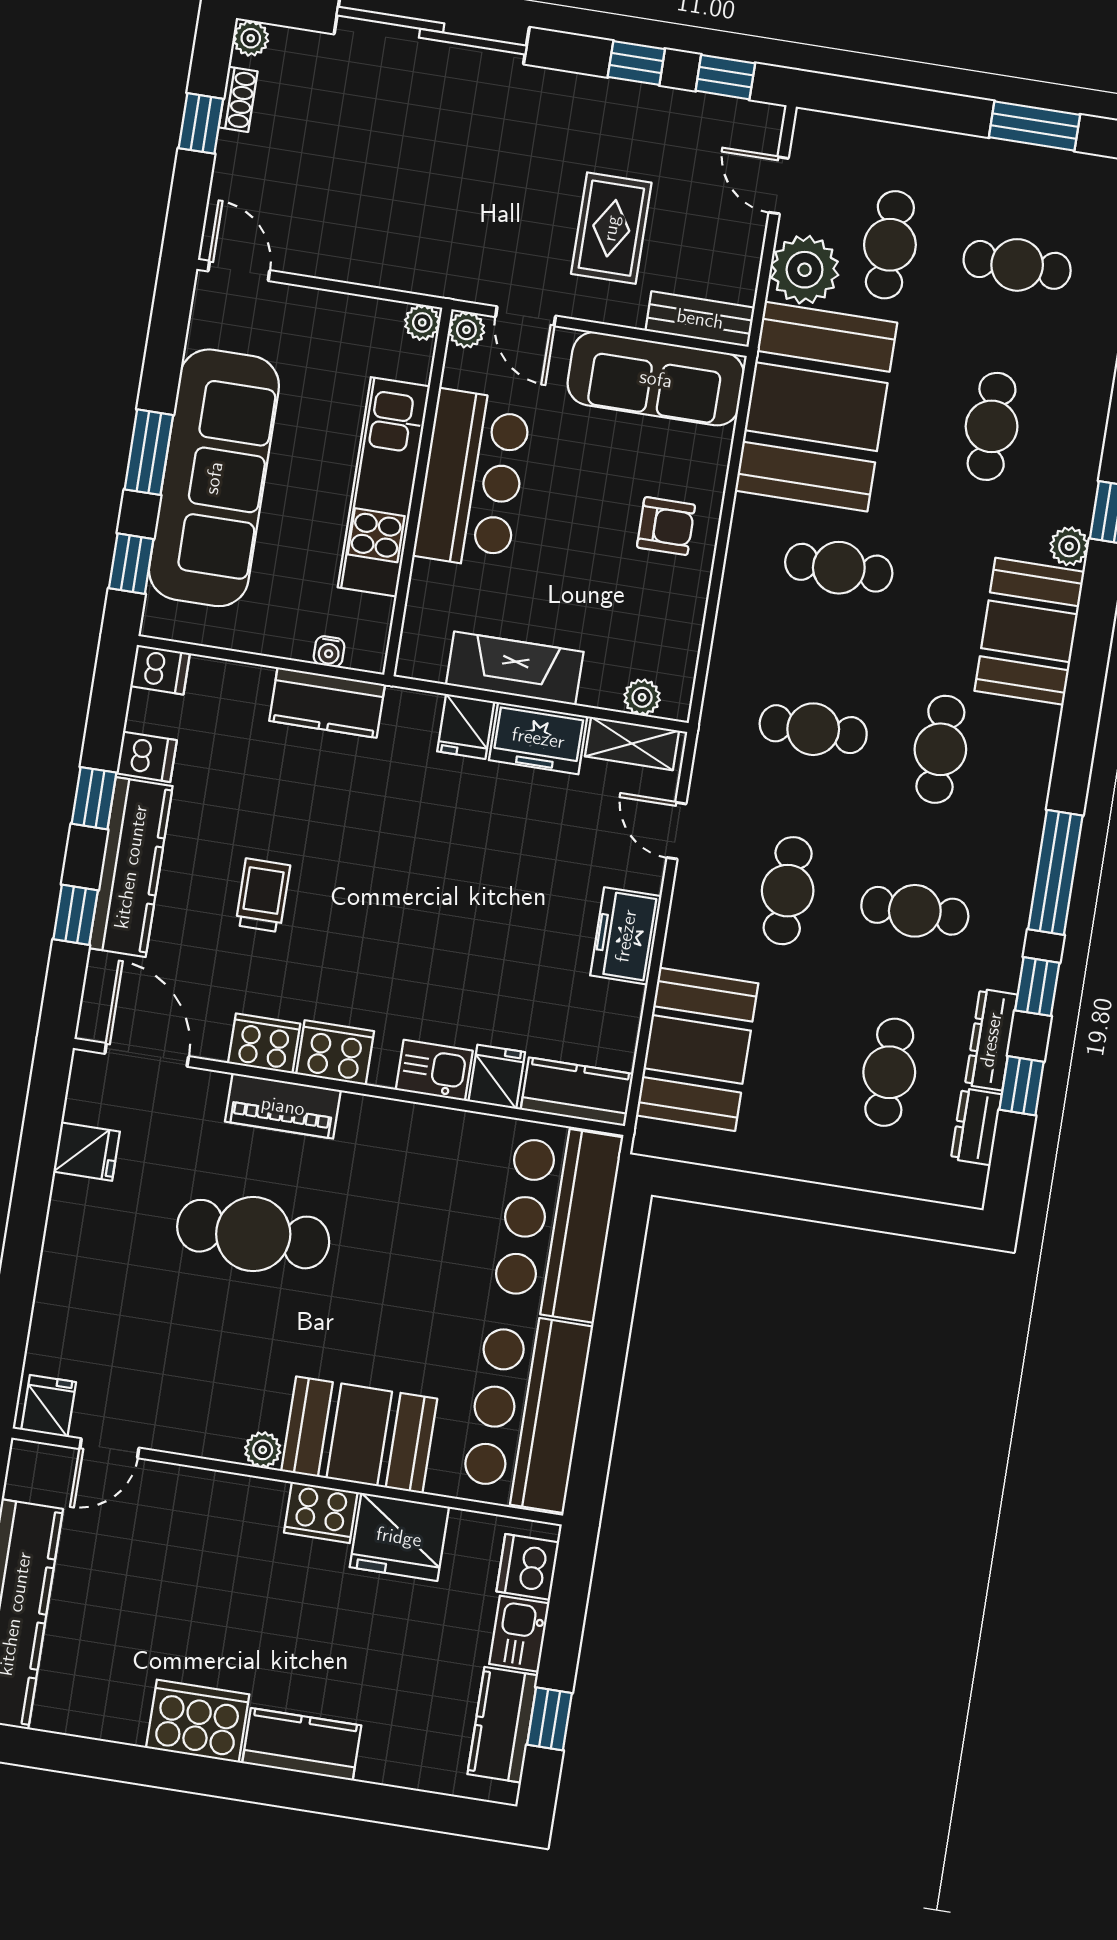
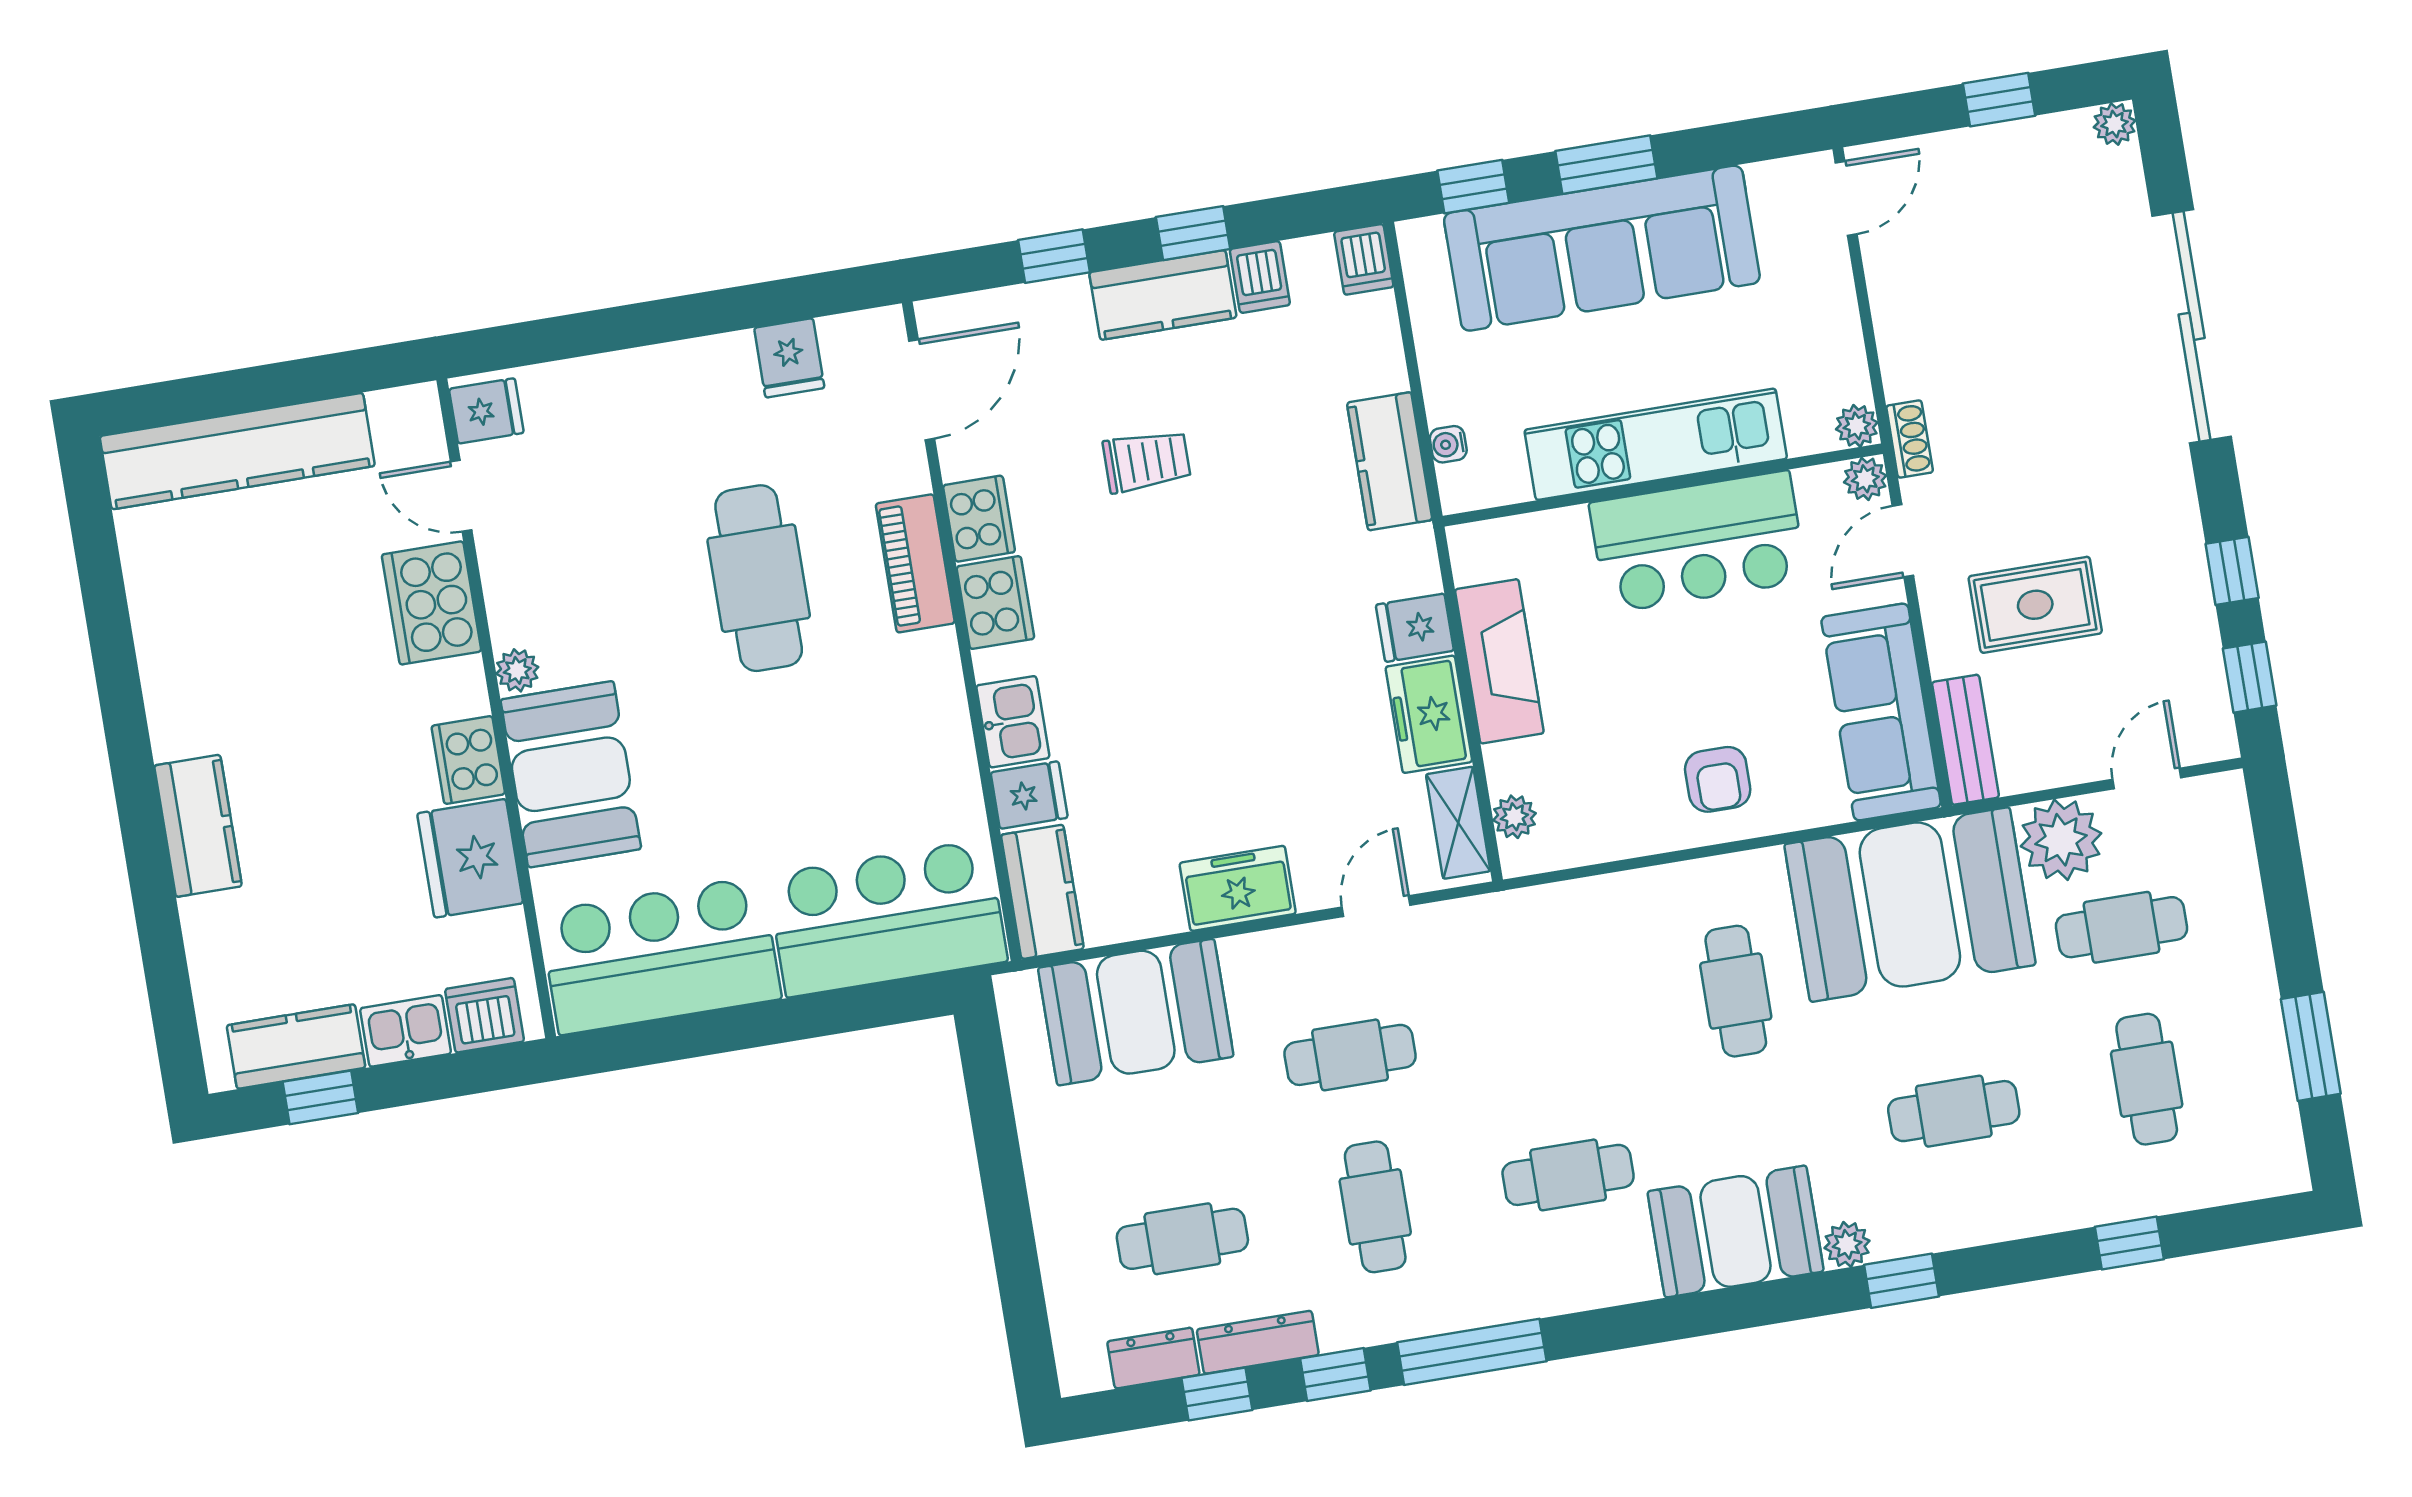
shoe rack: (238, 99) -> (1910, 439), moved, turned -90
cafe table: (813, 729) -> (1543, 1023), removed
kitchen counter: (131, 867) -> (1163, 295), width x0.67
cooker: (198, 1721) -> (431, 603), moved, turned 180

